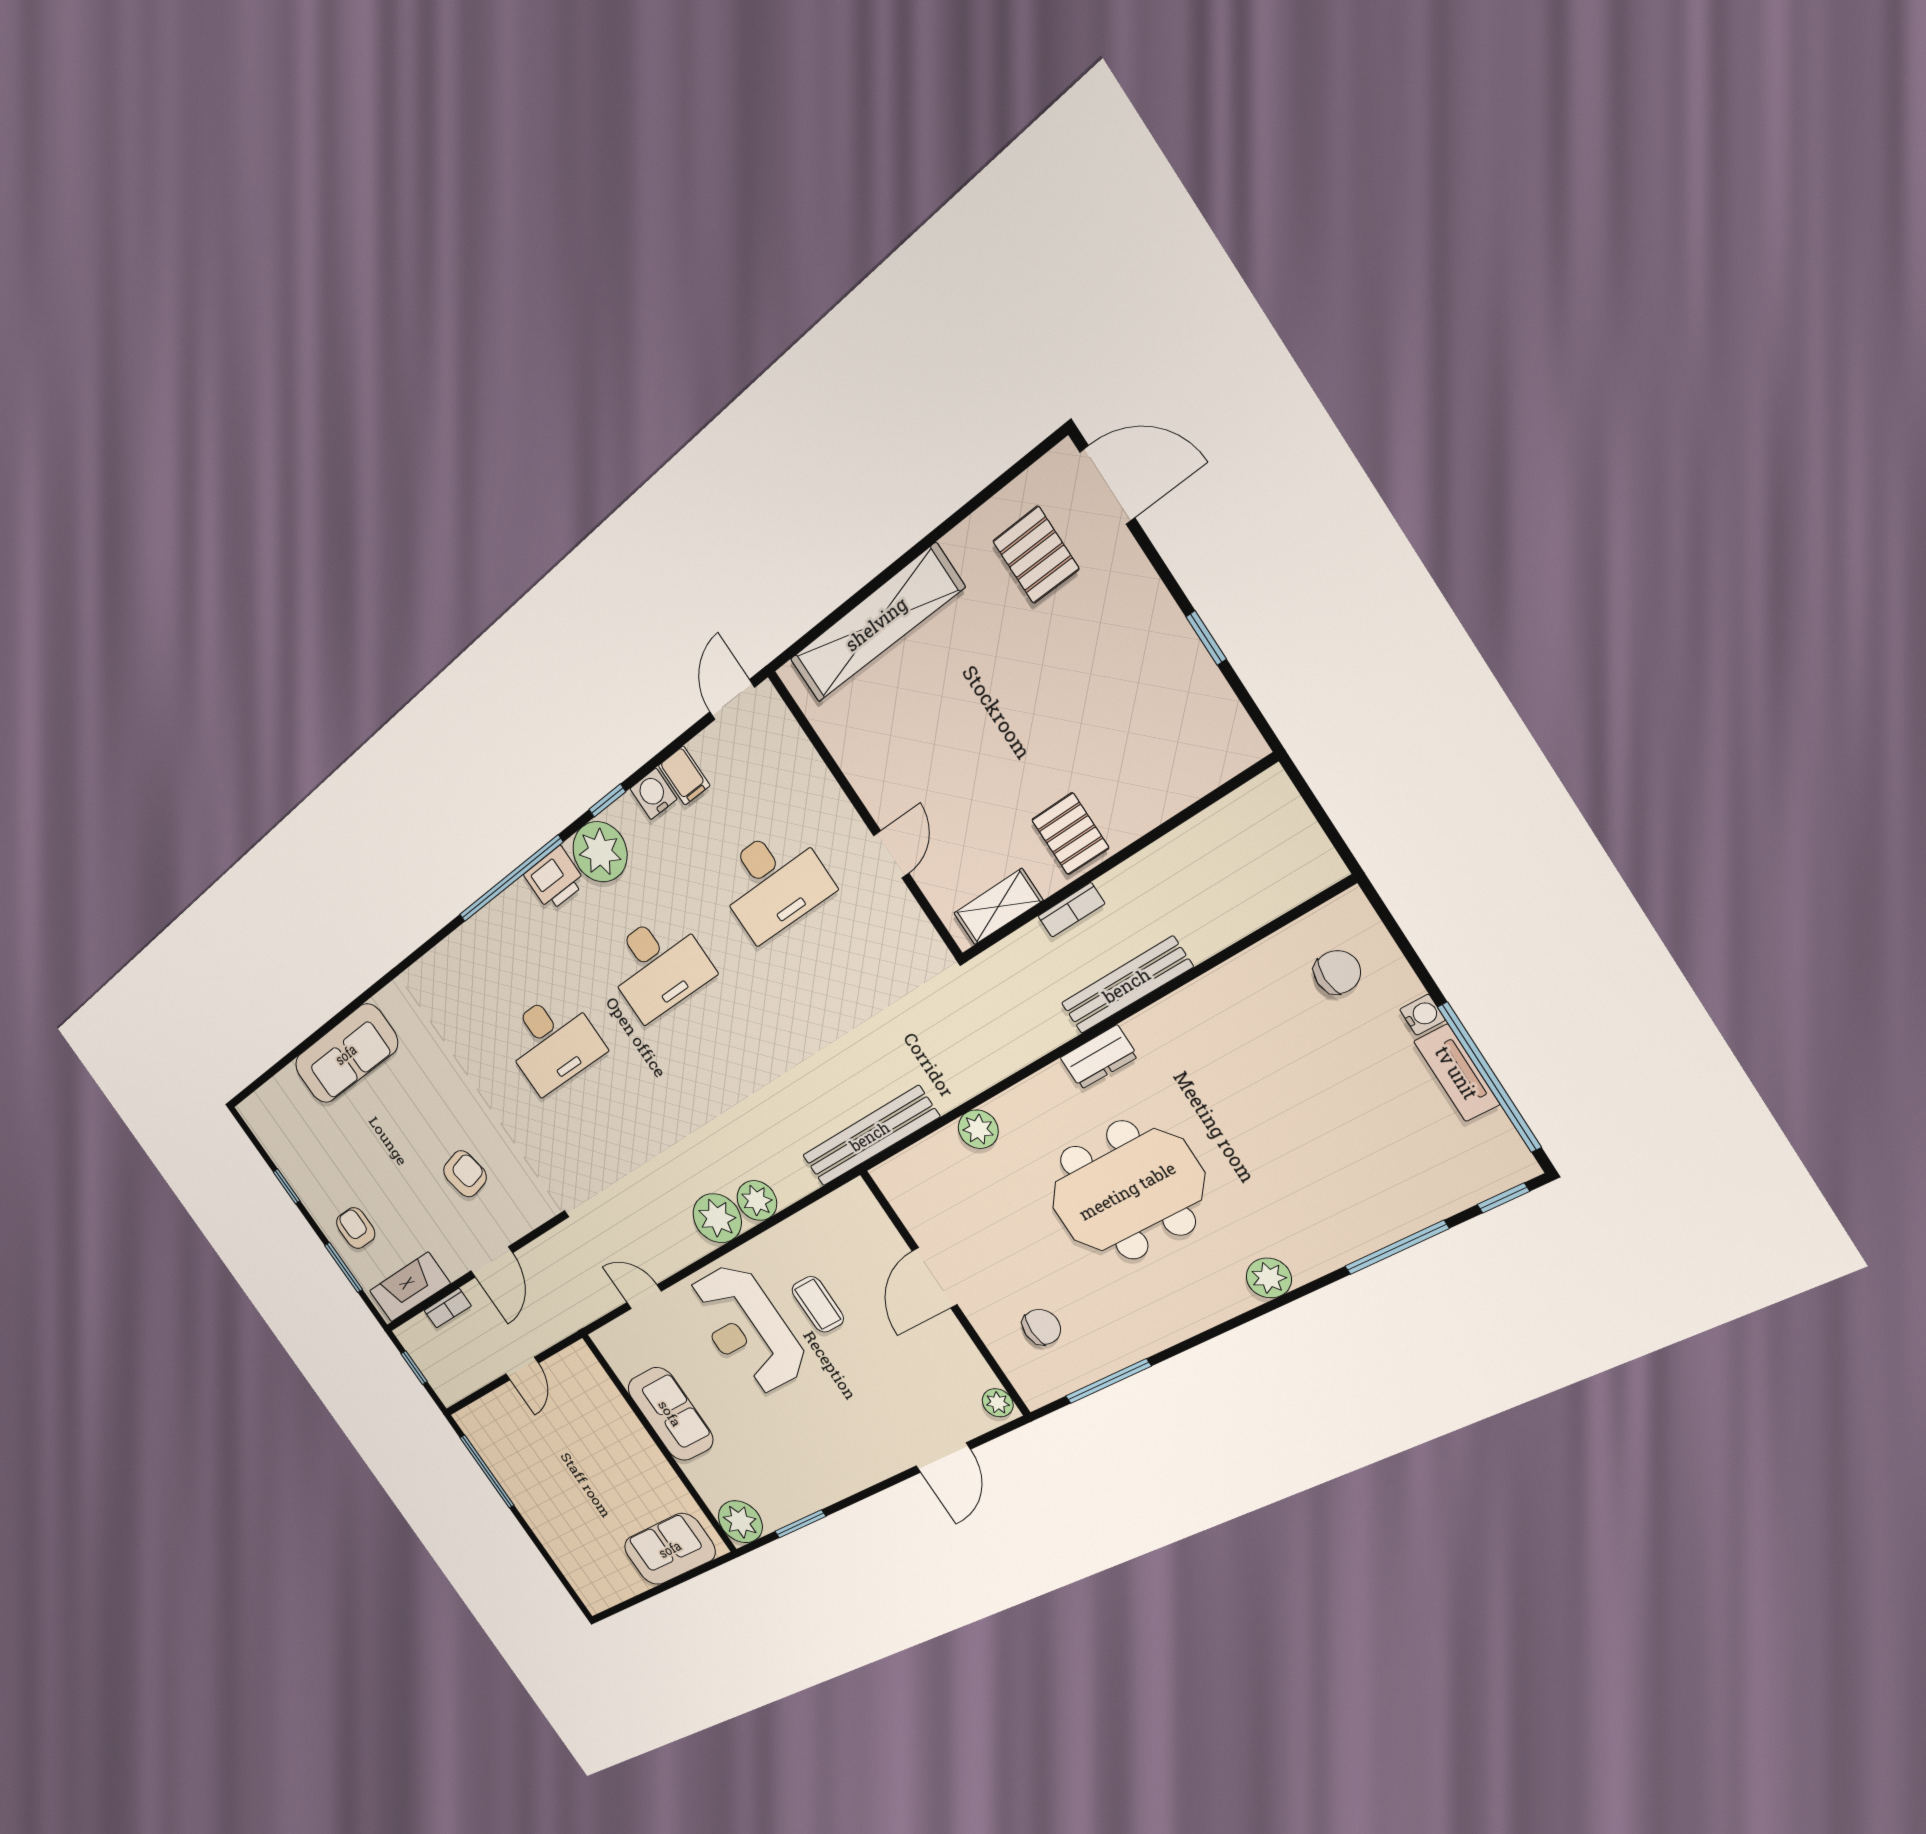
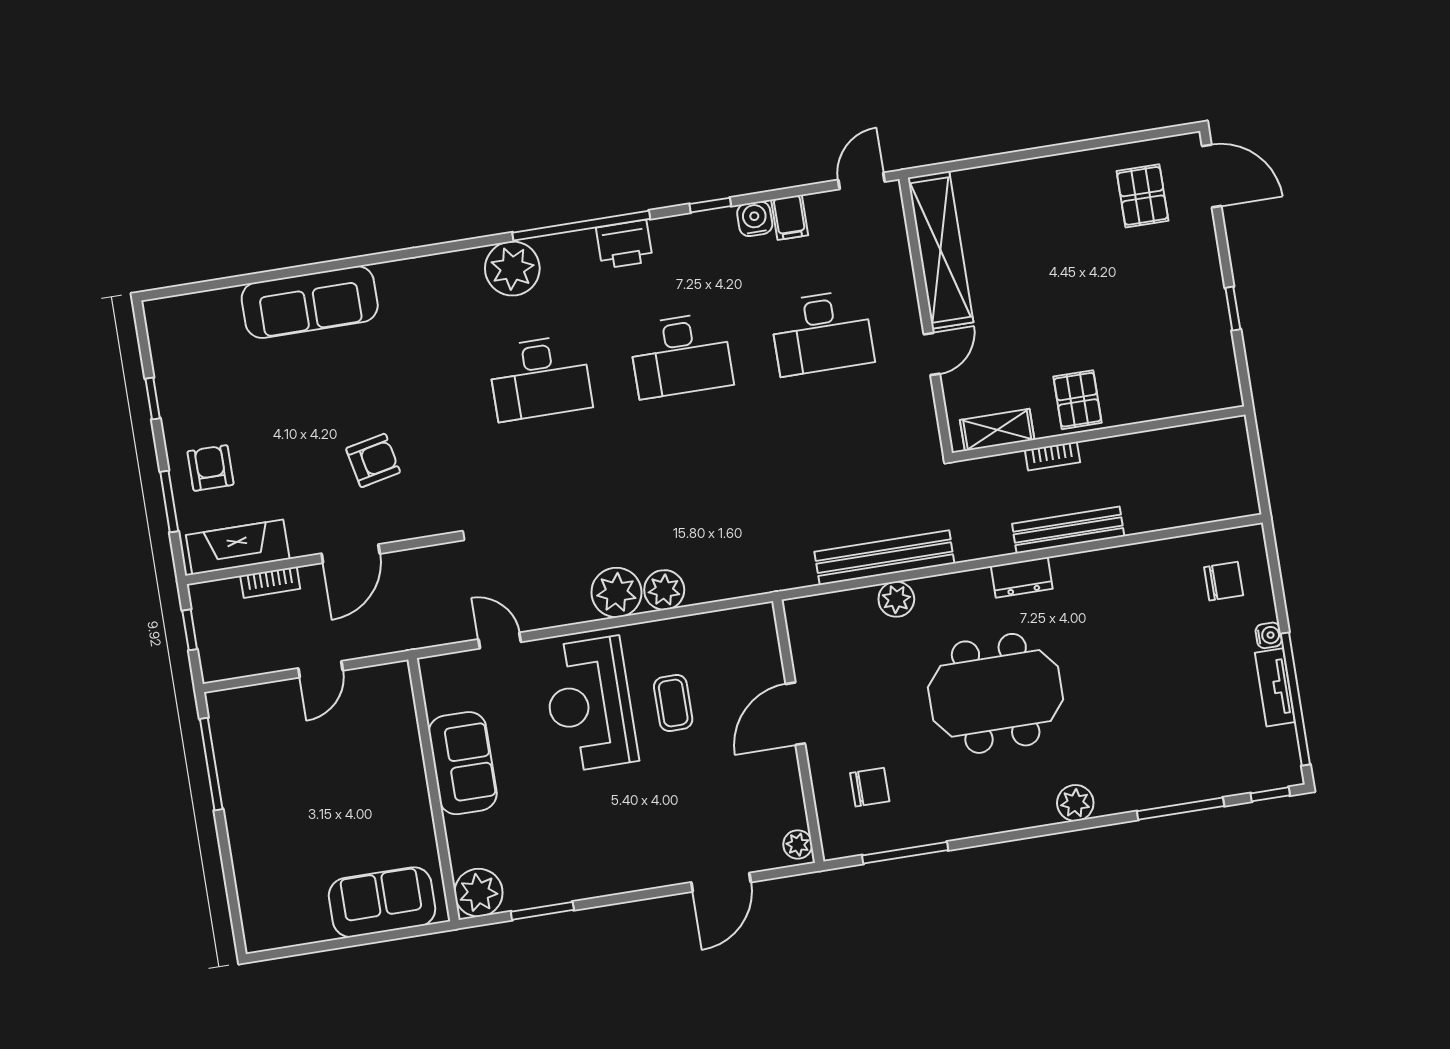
shelving: (876, 624) -> (941, 250), moved, turned 90
plant: (600, 852) -> (512, 268), moved
bench: (870, 1136) -> (884, 558), moved

